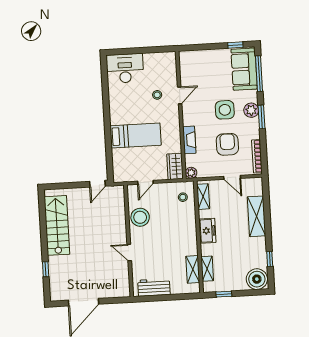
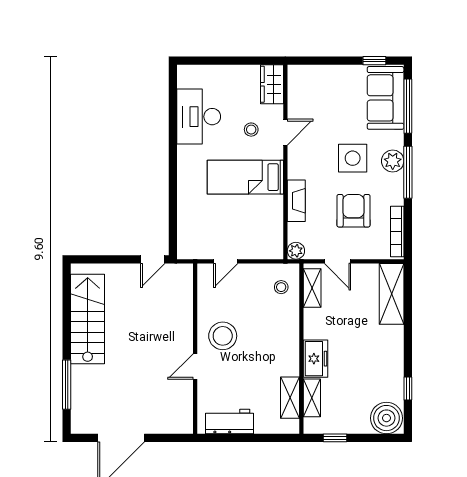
desk: (125, 68) -> (199, 117), moved, turned -90
window: (262, 117) -> (408, 172), width x1.44
bed: (136, 135) -> (245, 177), moved, turned 180
wardrobe: (175, 166) -> (272, 84), moved
door: (232, 177) -> (338, 261), moved
shelving: (257, 216) -> (392, 294), moved
stool: (140, 217) -> (223, 336), moved
freezer: (207, 231) -> (316, 359), moved
door: (129, 253) -> (195, 367), hinge flipped
window: (46, 269) -> (67, 385), width x2.17

